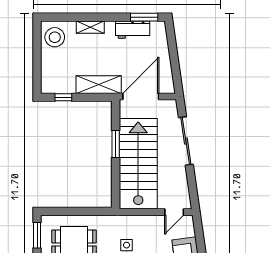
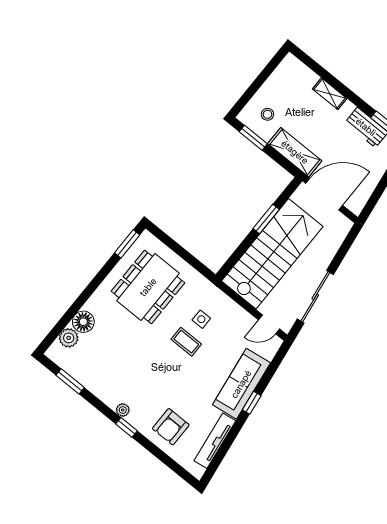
stool: (55, 37) -> (267, 114), moved, width x0.53, depth x0.53
window: (63, 97) -> (253, 138), width x1.50
sliding door: (186, 141) -> (315, 297), moved

